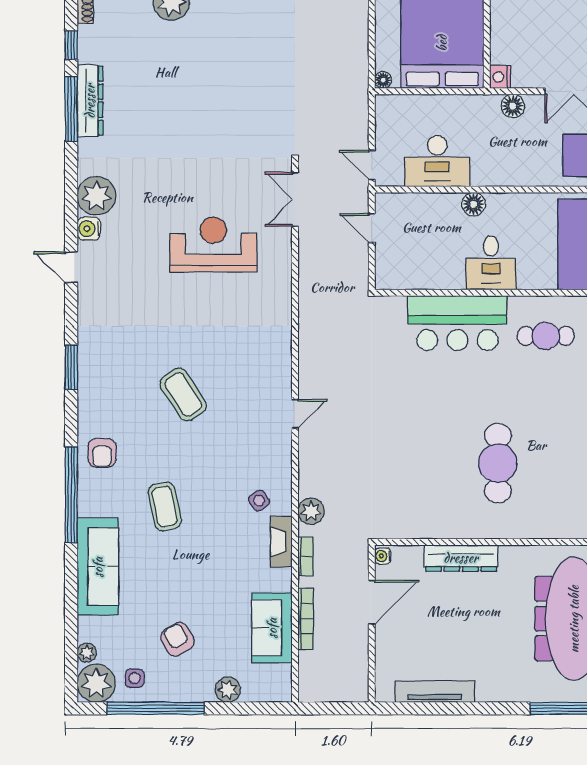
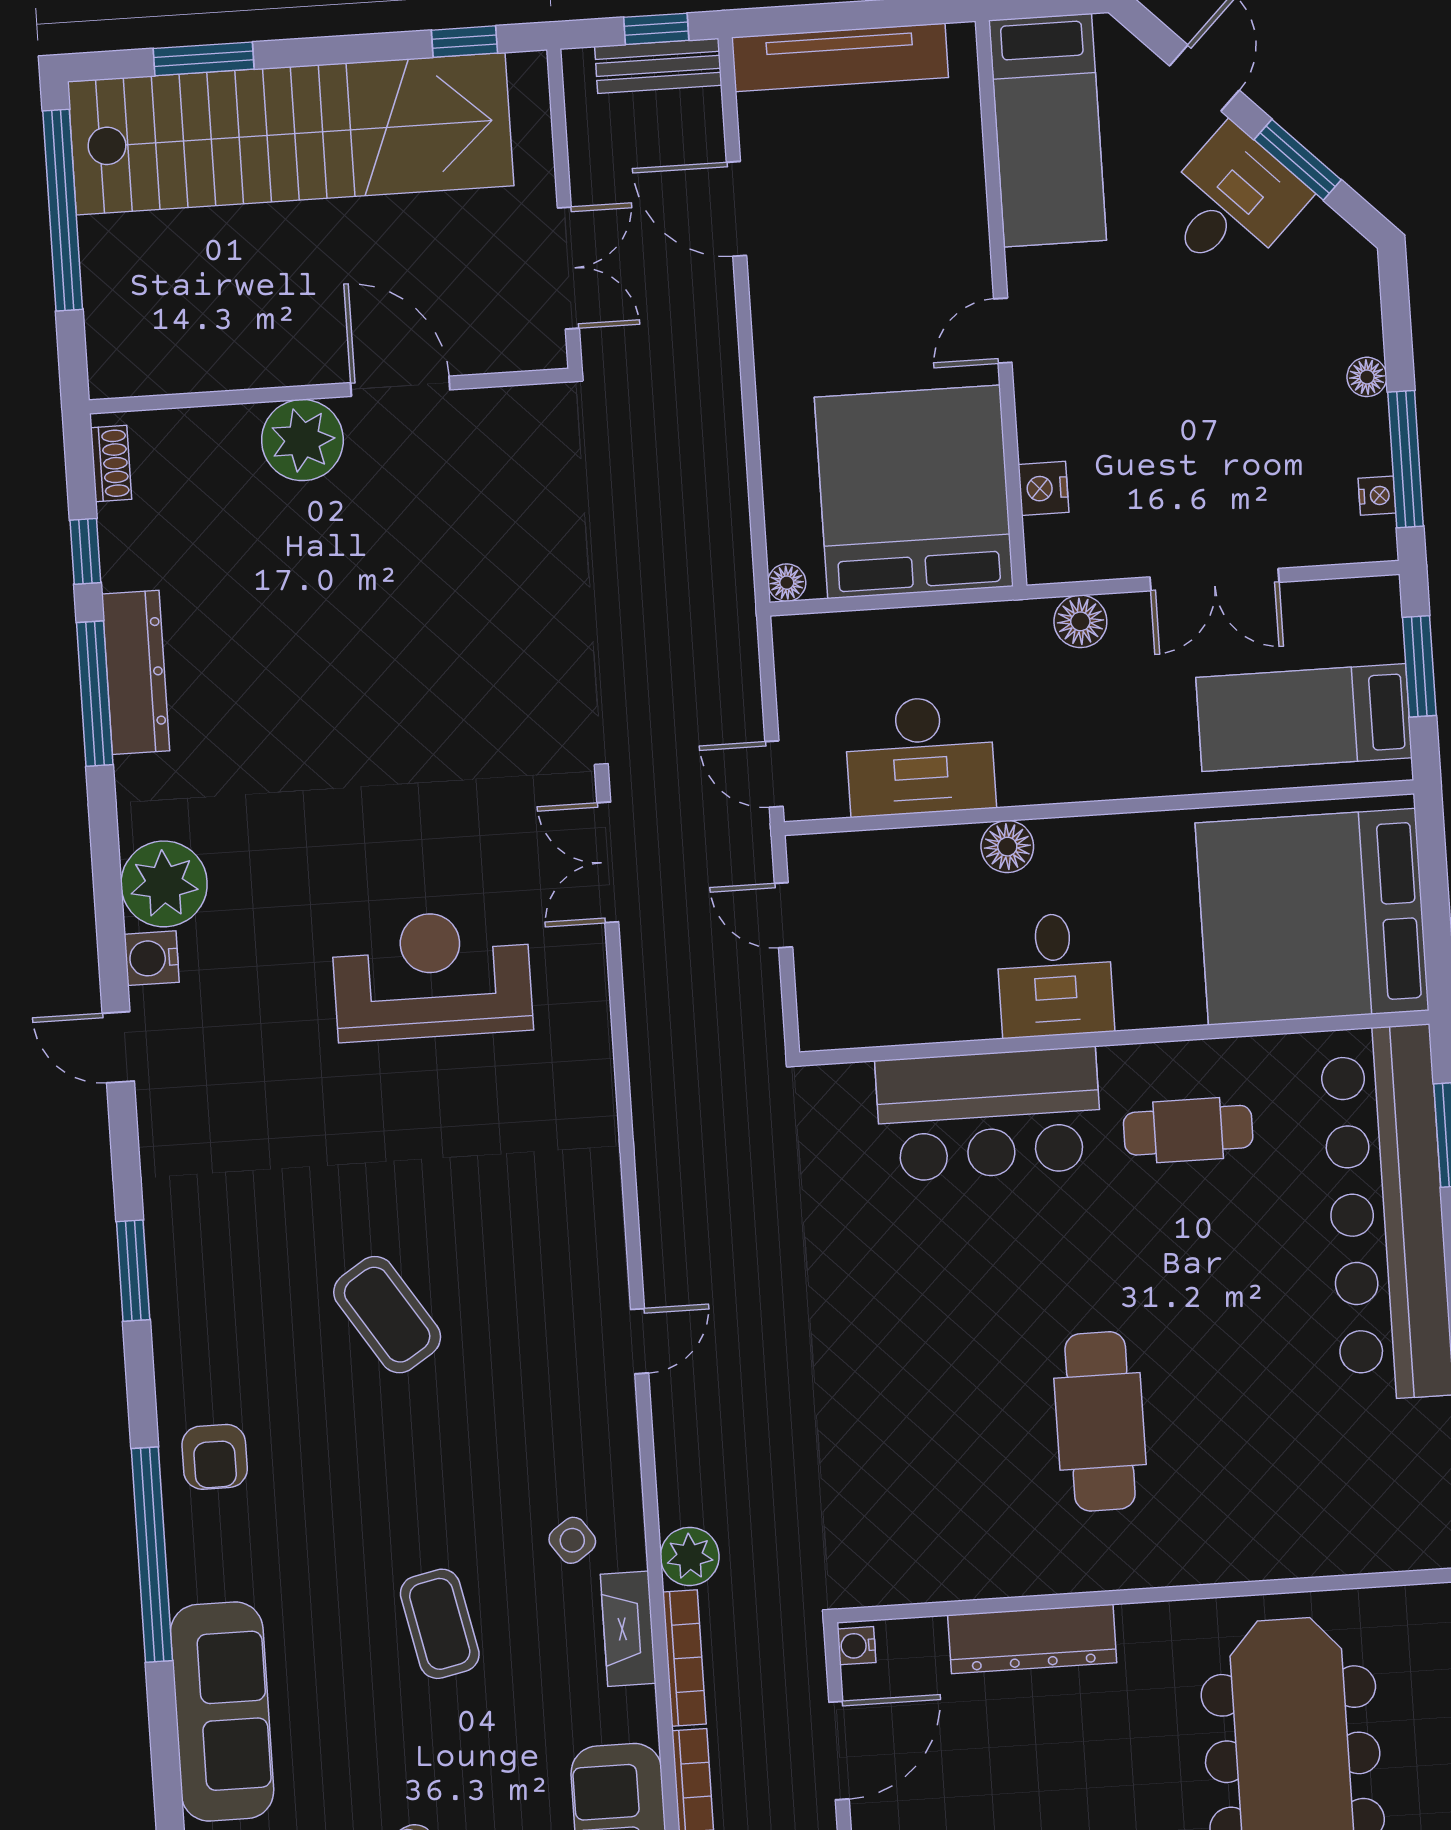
nightstand: (500, 77) -> (1043, 488), moved
coffee table: (165, 506) -> (440, 1624), moved
bookcase: (306, 556) -> (684, 1658), width x1.56

